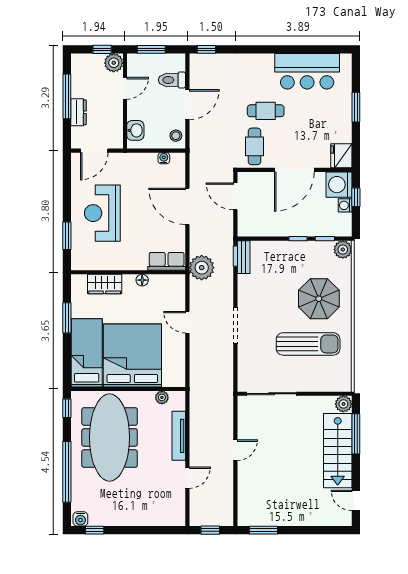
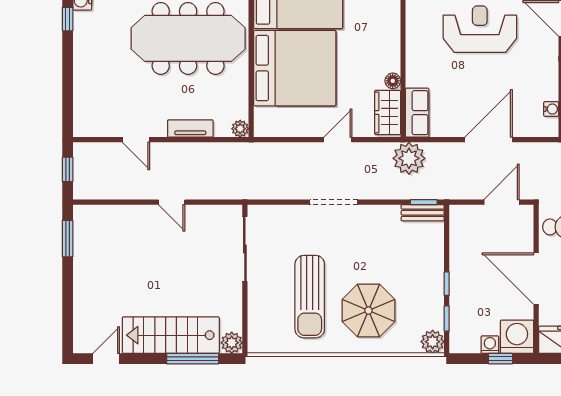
wardrobe: (105, 284) -> (388, 112), moved
plant: (162, 397) -> (240, 129), moved
tv unit: (179, 436) -> (190, 128), width x0.71

